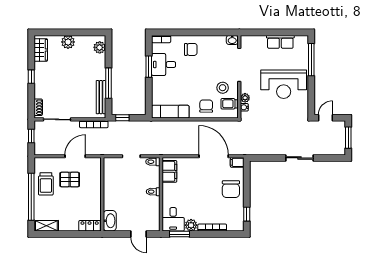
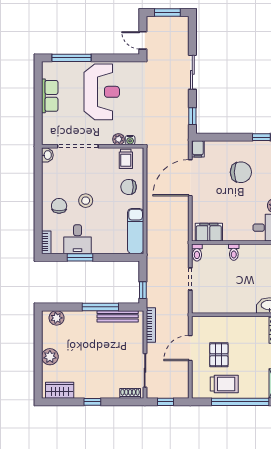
stool: (223, 88) -> (86, 201), moved
door: (75, 156) -> (190, 348), hinge flipped
window: (264, 158) -> (192, 116), added
chair: (231, 189) -> (241, 172), moved

